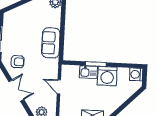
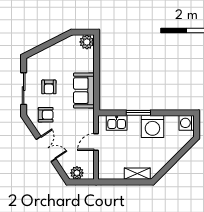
armchair: (21, 38) -> (49, 87), added
kitchen sink: (88, 72) -> (117, 123), moved
door: (59, 87) -> (96, 142), hinge flipped

